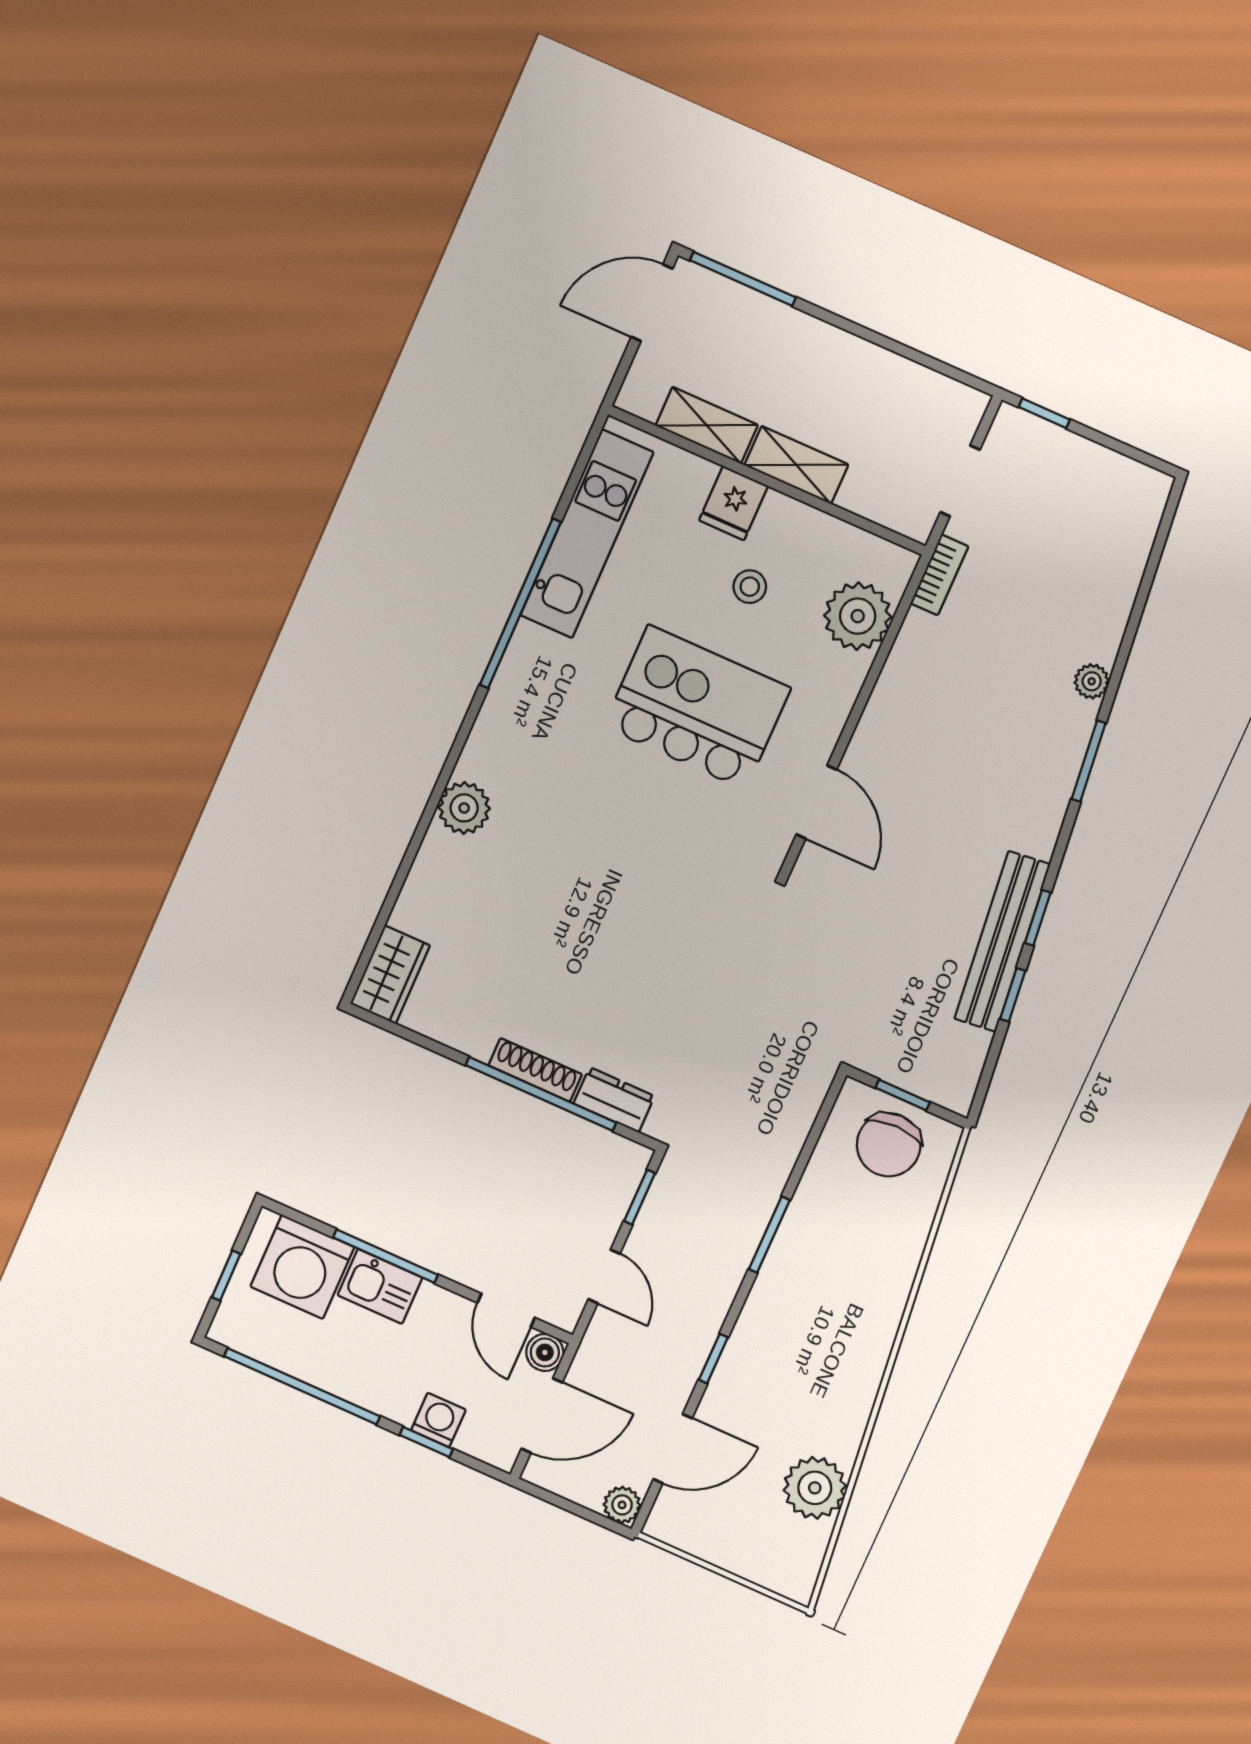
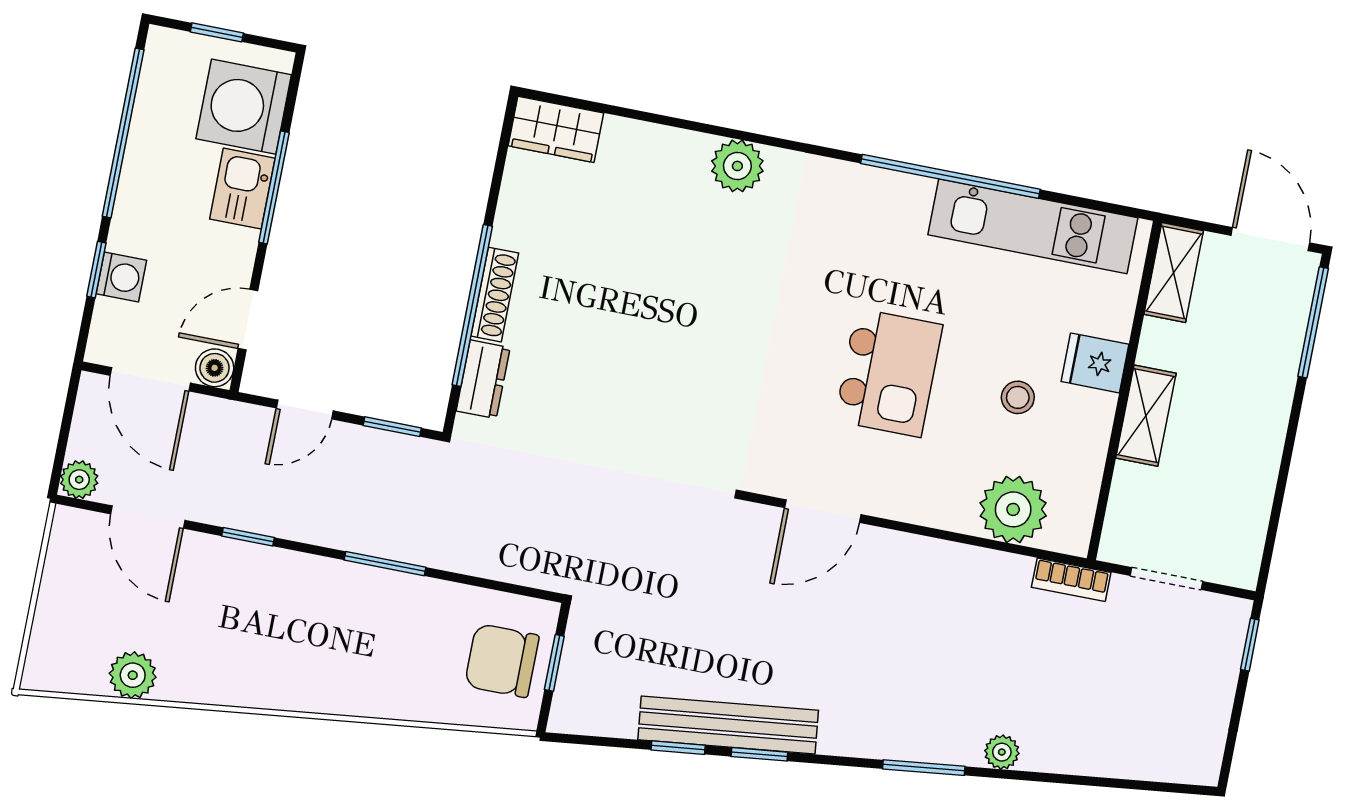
shelving: (707, 425) -> (1174, 273), moved
kitchen island: (697, 707) -> (889, 373), width x0.73, depth x0.78
plant: (815, 1488) -> (133, 675), width x0.73, depth x0.73

